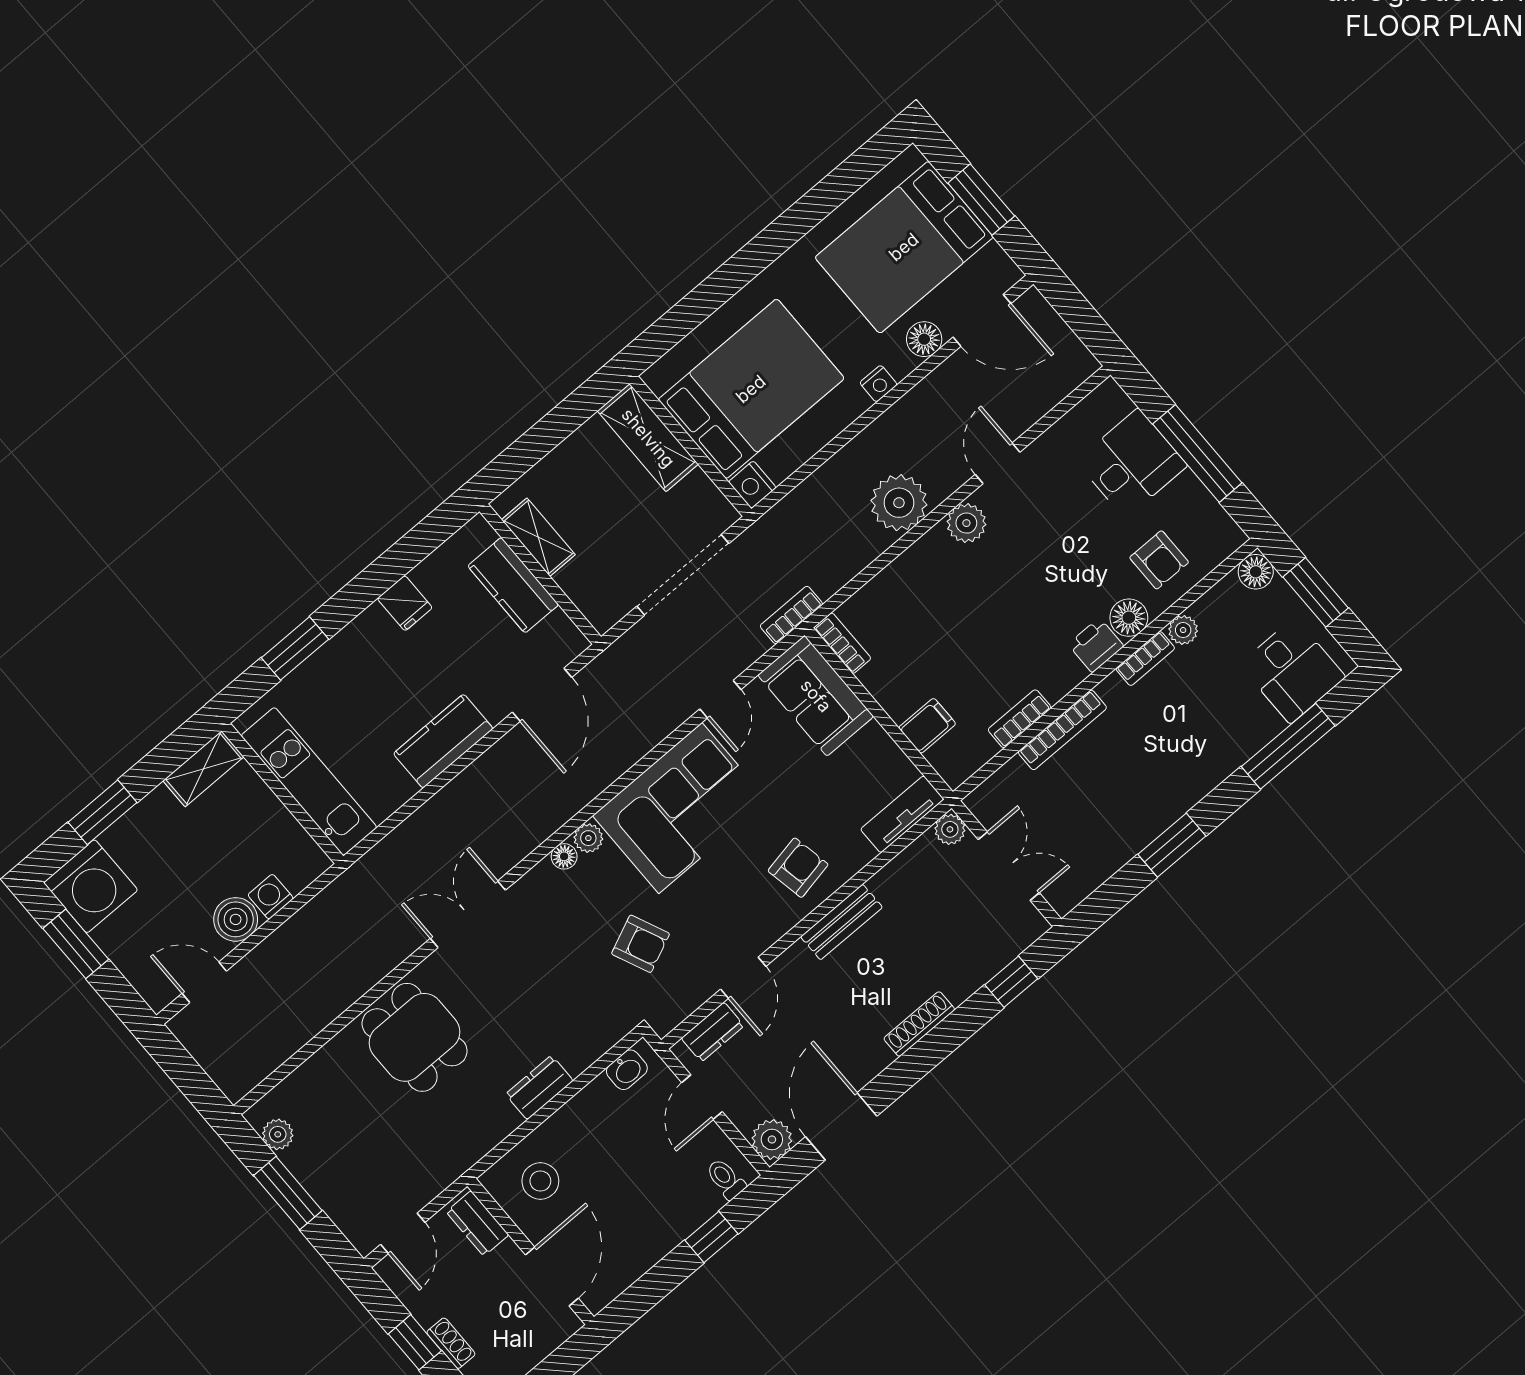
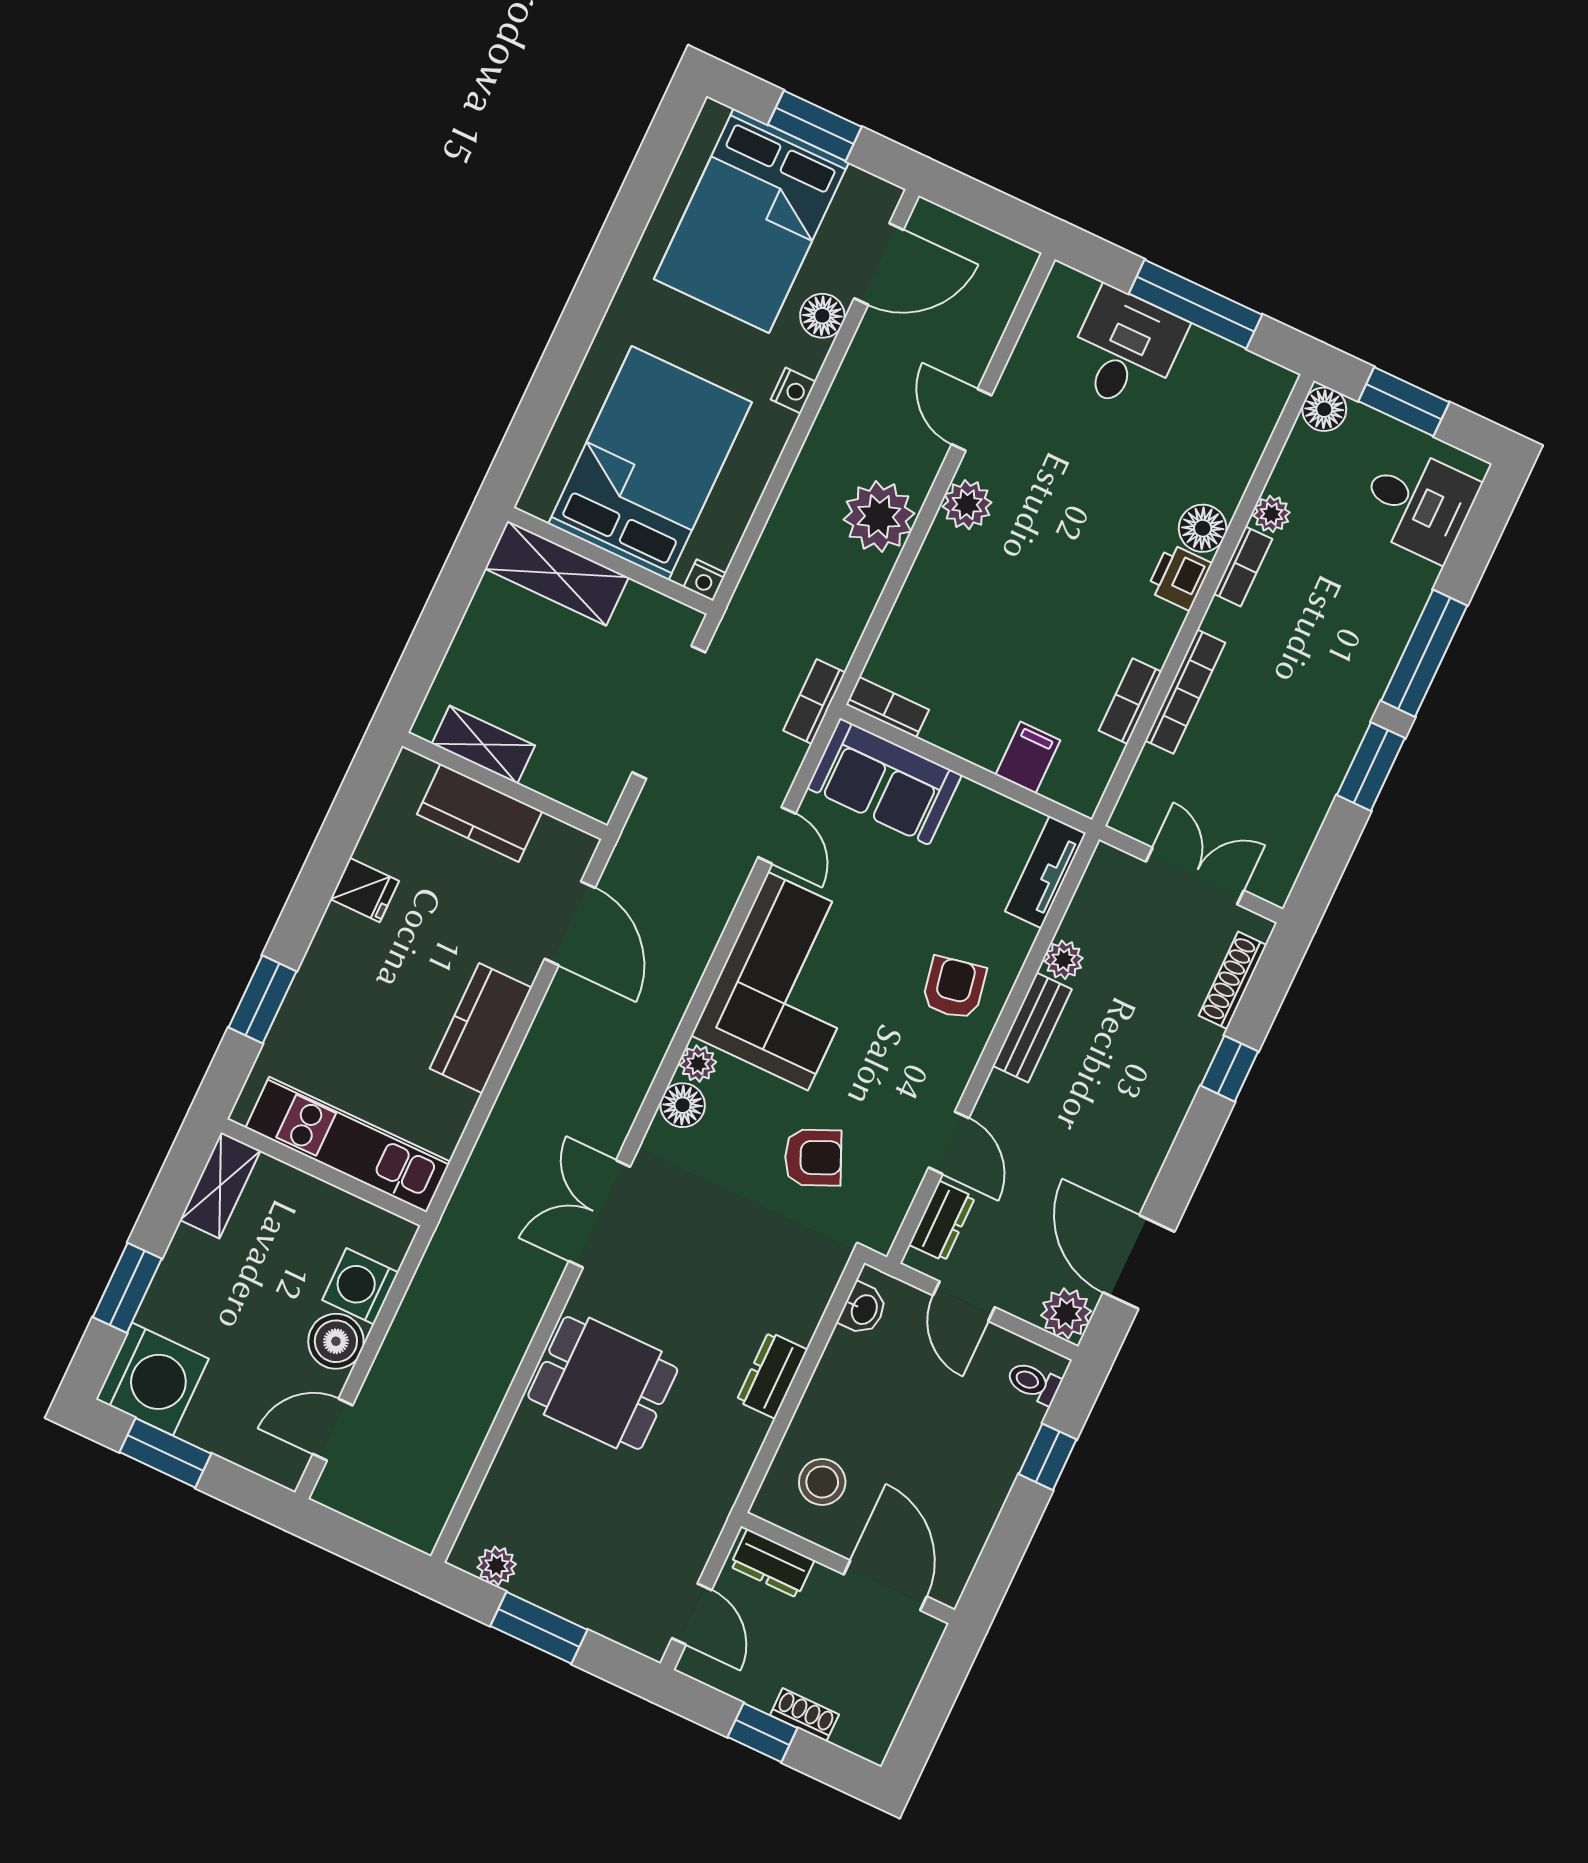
nightstand: (752, 485) -> (705, 580), width x0.72, depth x0.74
armchair: (1159, 560) -> (1207, 446), removed
window: (1288, 746) -> (1424, 653), moved
plant: (950, 829) -> (1064, 960), moved
floor lamp: (564, 856) -> (683, 1105), width x1.37, depth x1.37
washing machine: (271, 897) -> (360, 1286), width x1.38, depth x1.38
window: (1011, 982) -> (1230, 1069), moved
shoe rack: (919, 1024) -> (1233, 980), moved

